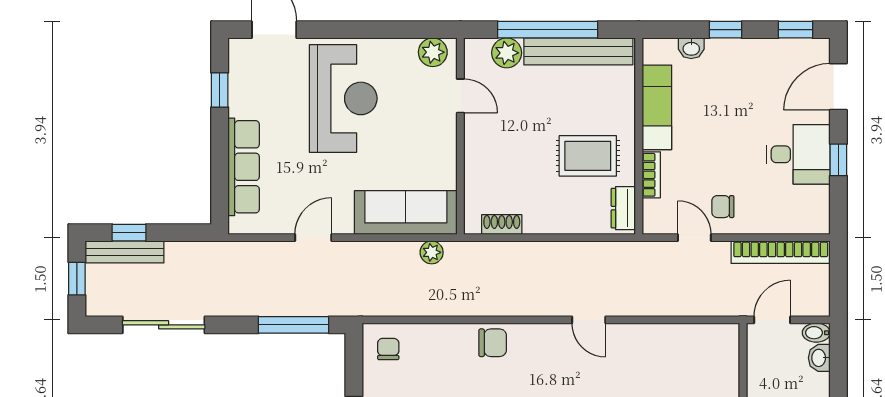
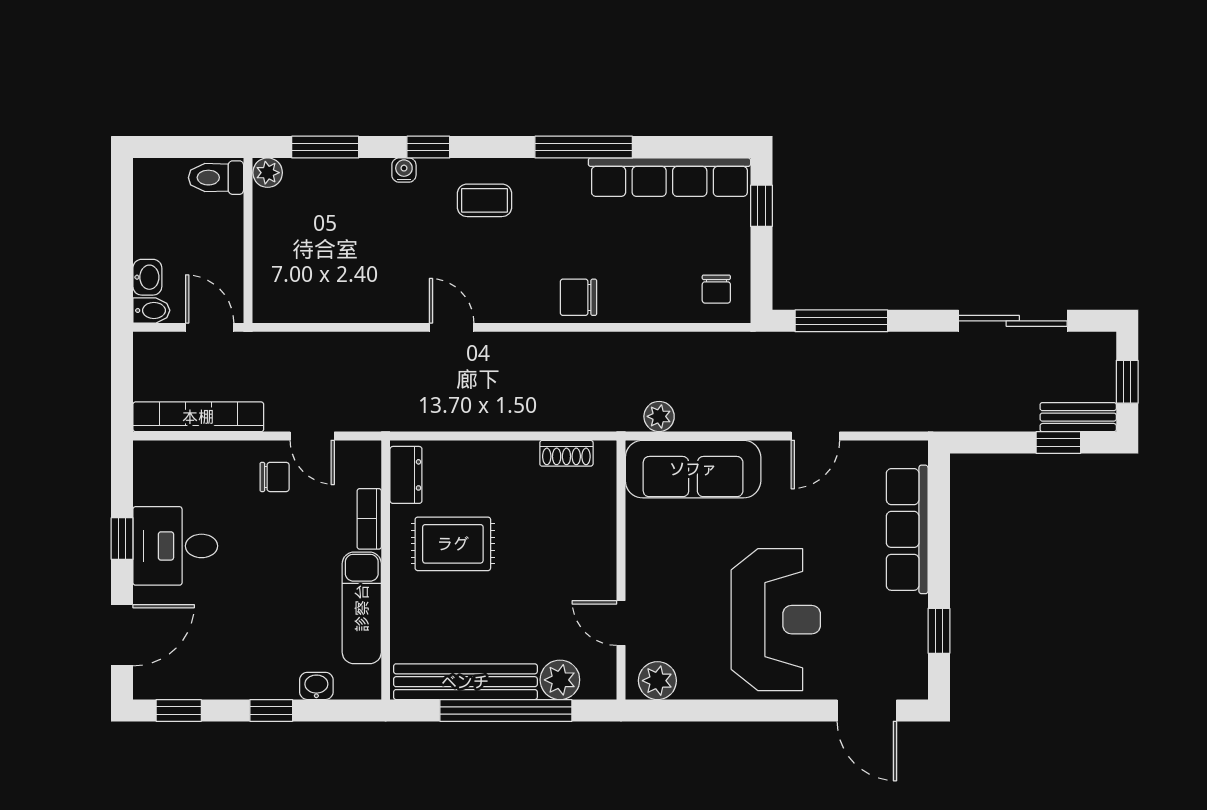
reception desk: (343, 98) -> (776, 620), turned 180
bench: (124, 252) -> (1078, 417), width x0.73
door: (772, 320) -> (210, 327), swing flipped

